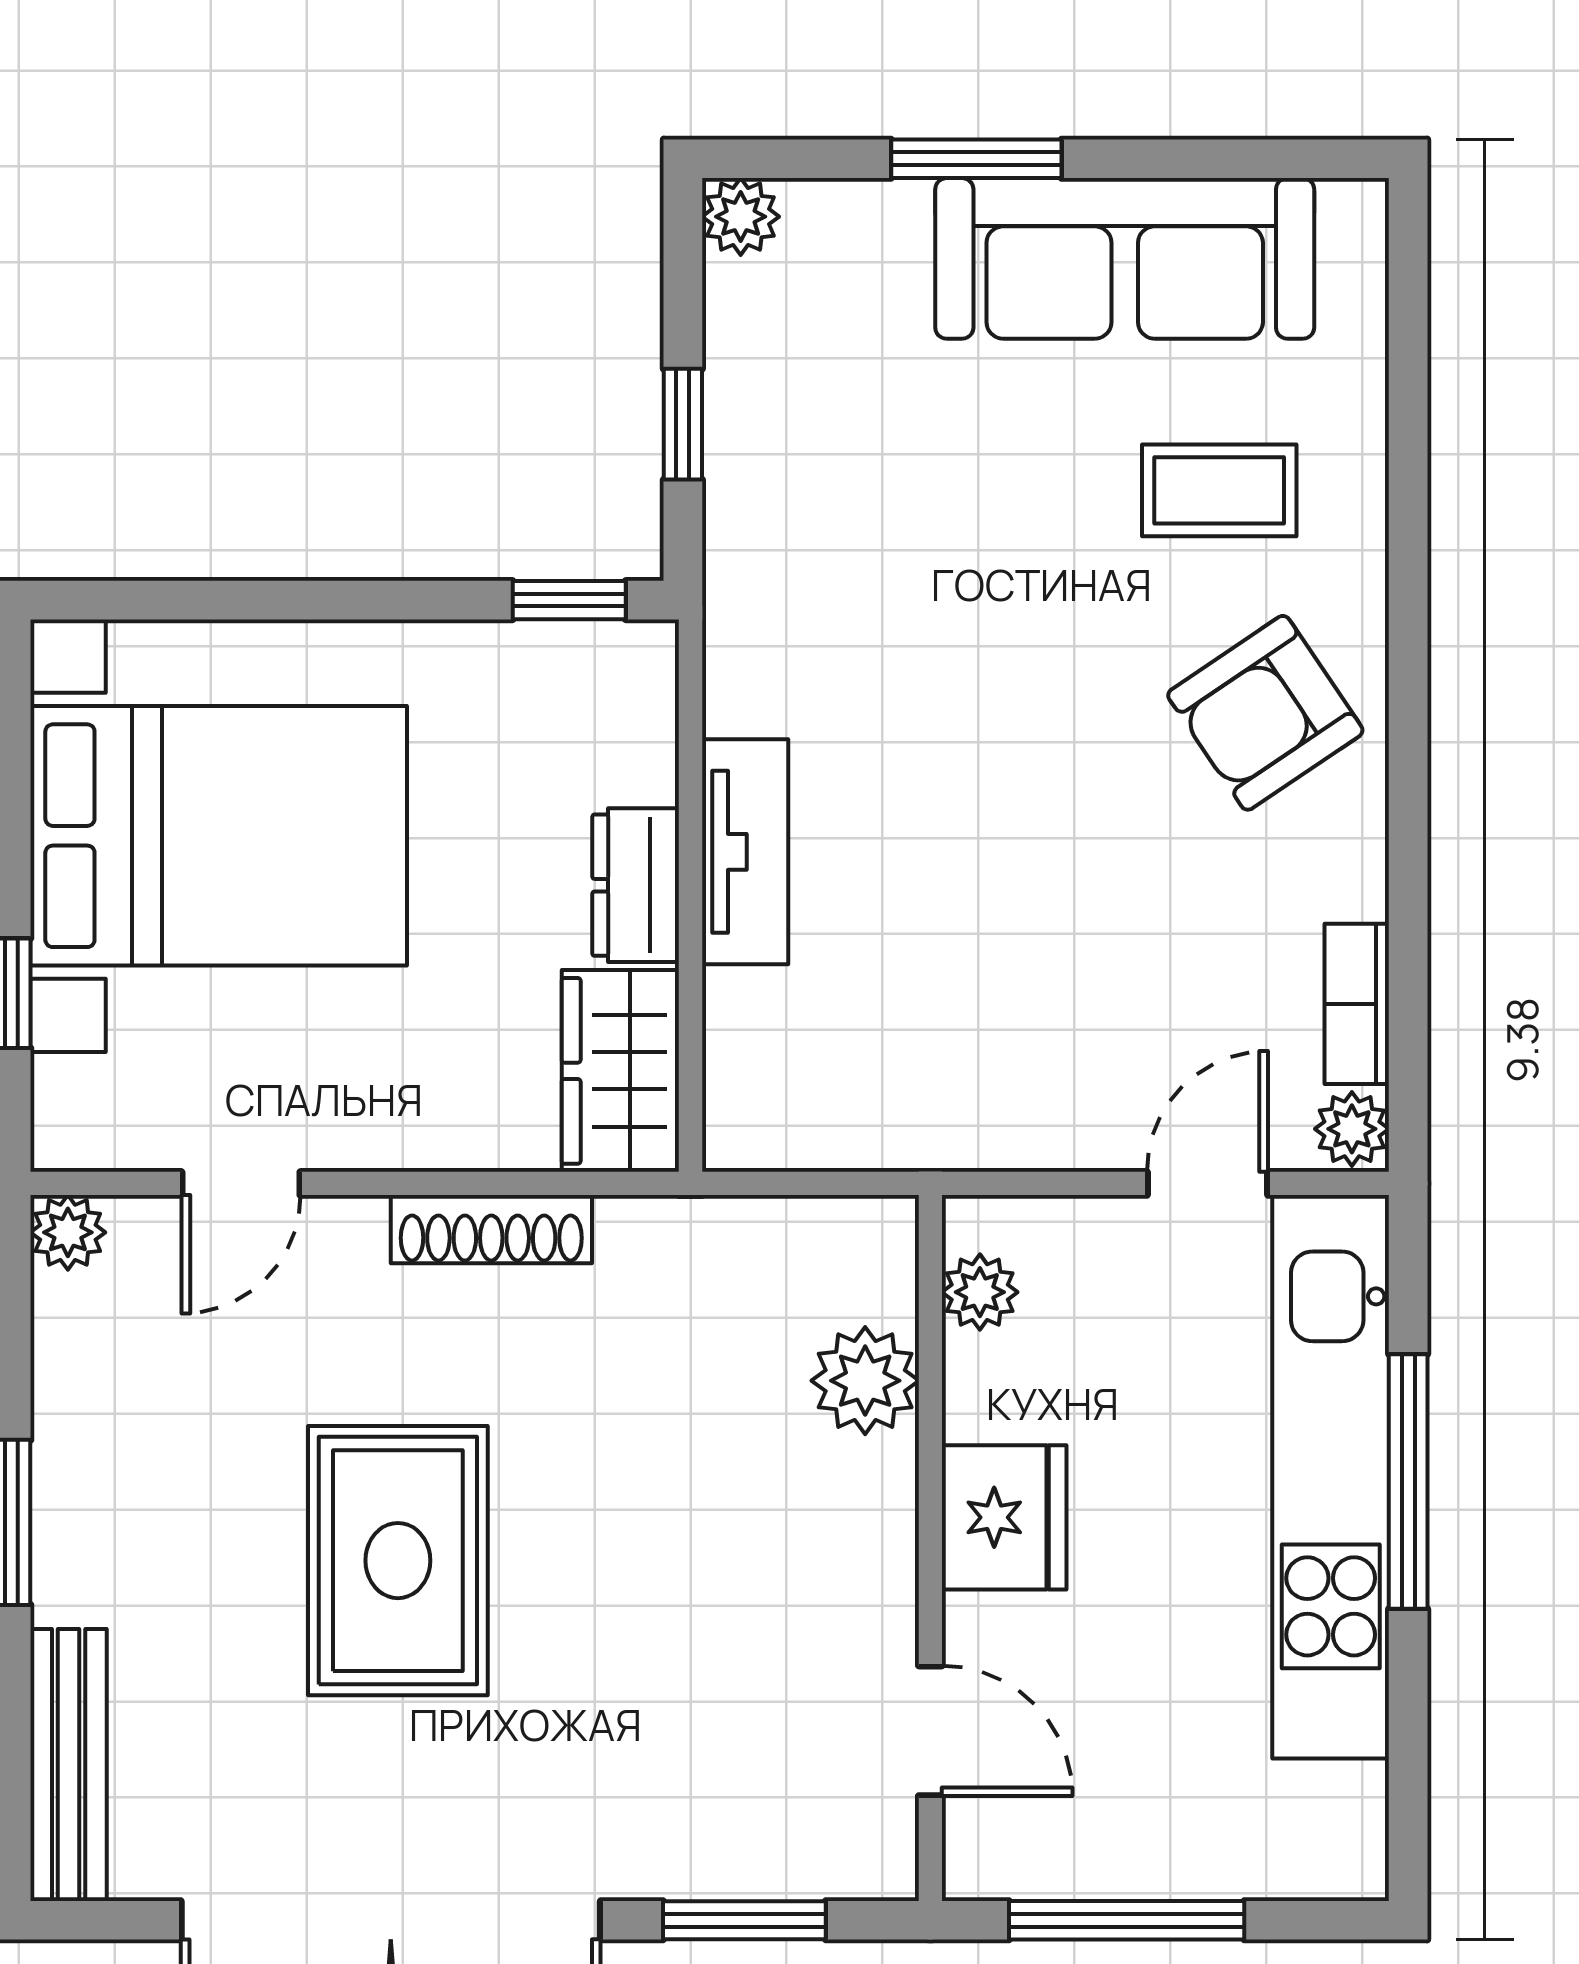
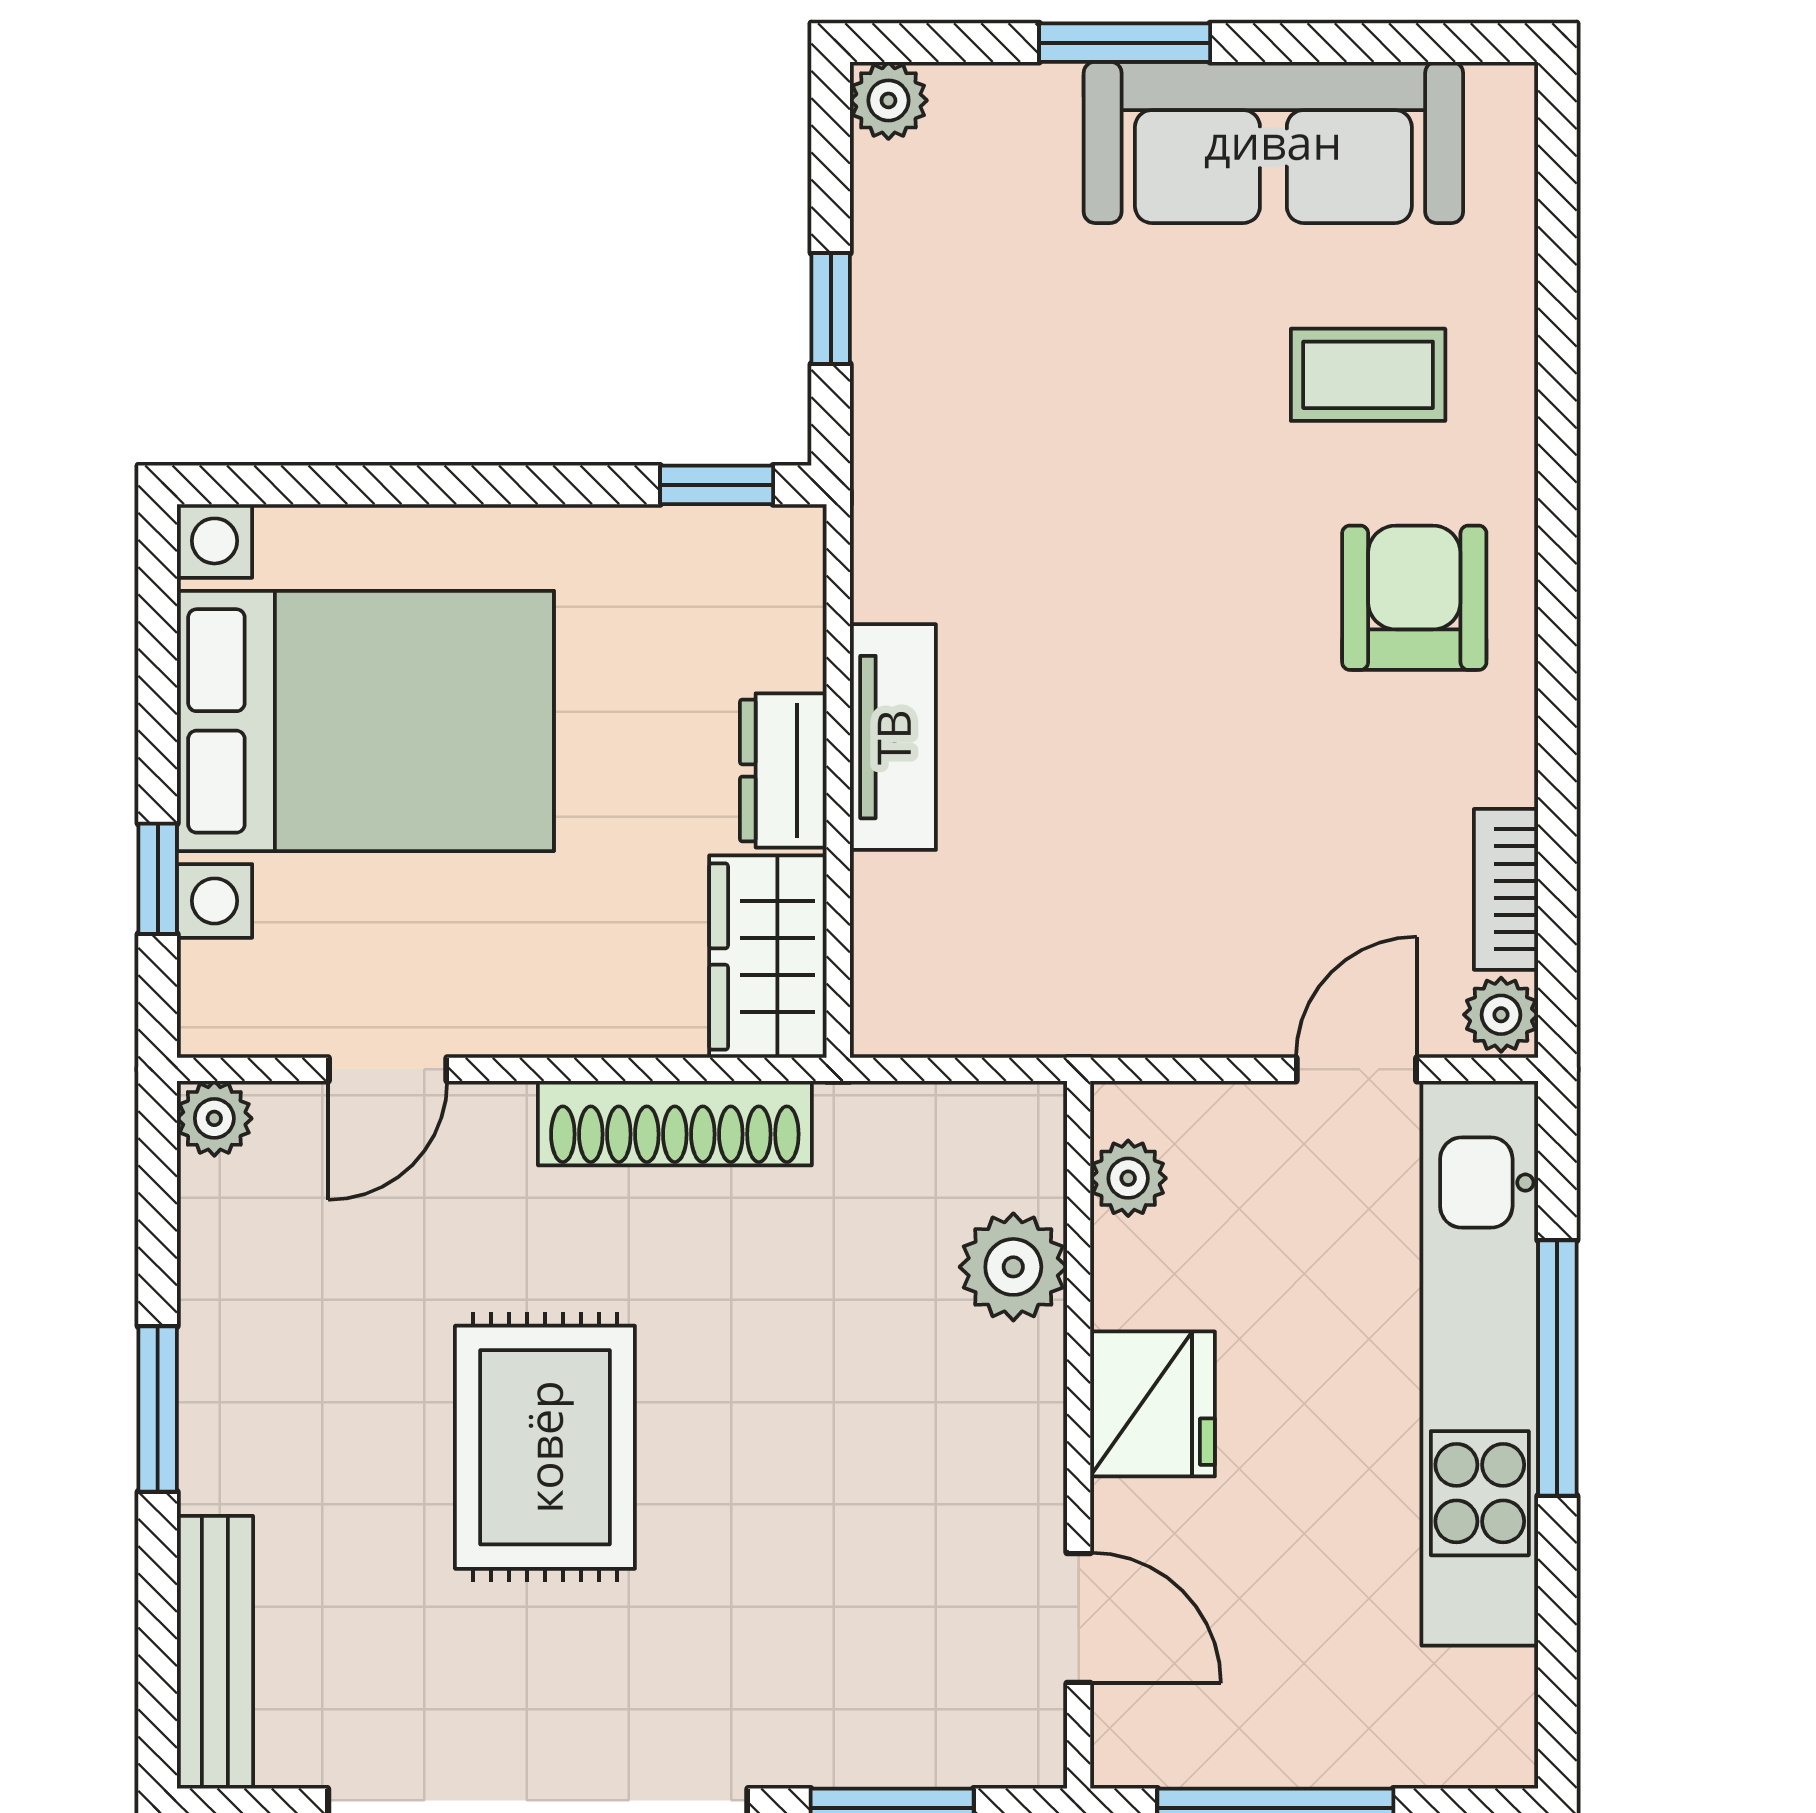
armchair: (1265, 713) -> (1414, 598), turned 124
shoe rack: (491, 1229) -> (675, 1123), width x1.36, depth x1.24

